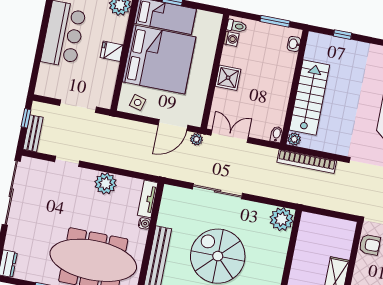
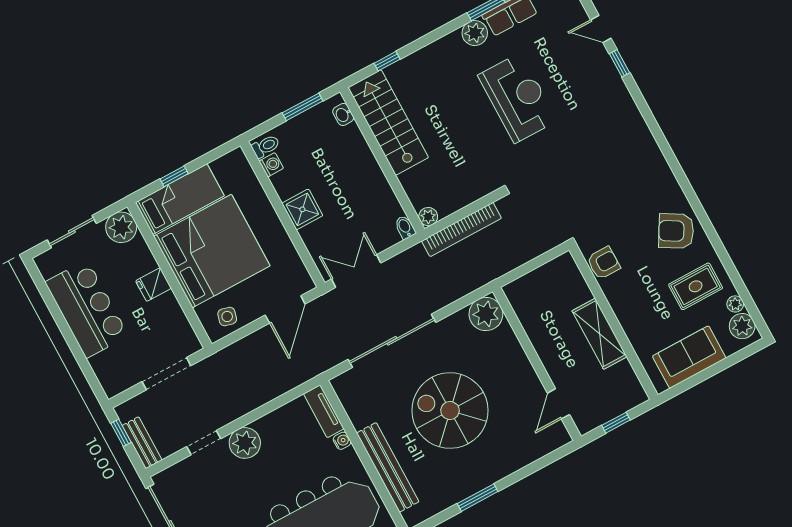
stairs: (309, 97) -> (388, 122), moved
plant: (196, 139) -> (323, 304), removed
plant: (106, 183) -> (245, 443), moved
sliding door: (218, 191) -> (392, 341), width x1.36

